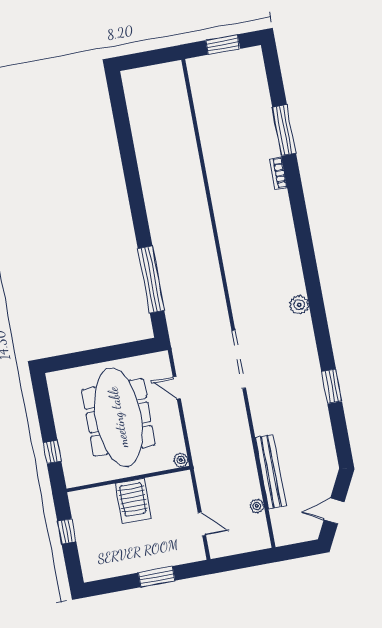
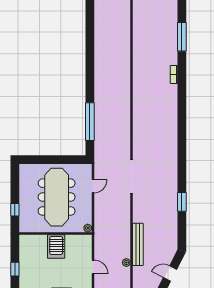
window: (284, 130) -> (182, 37), moved
plant: (299, 305) -> (172, 152), removed
door: (177, 388) -> (93, 186), swing flipped
window: (67, 531) -> (15, 269), moved

